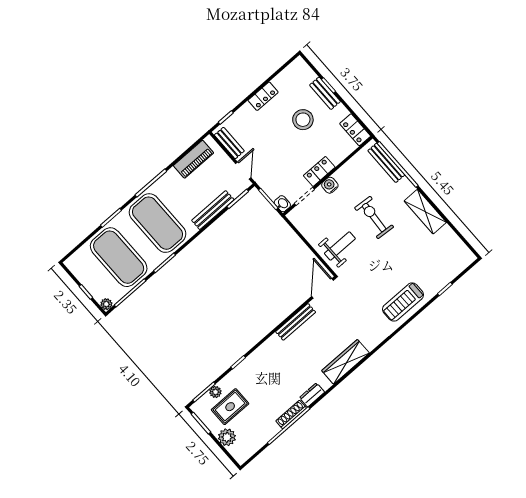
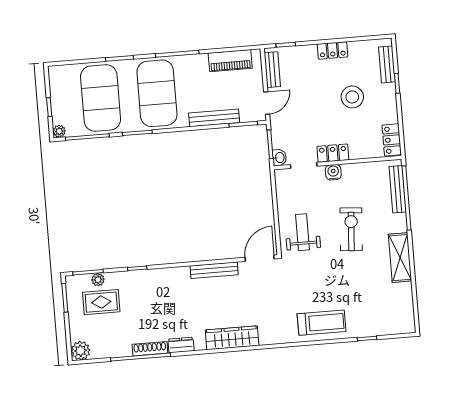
bench: (325, 93) -> (387, 64), moved
weight bench: (340, 246) -> (303, 232), turned -90
treadmill: (403, 302) -> (322, 323), turned 180
plant: (227, 437) -> (81, 351), moved

